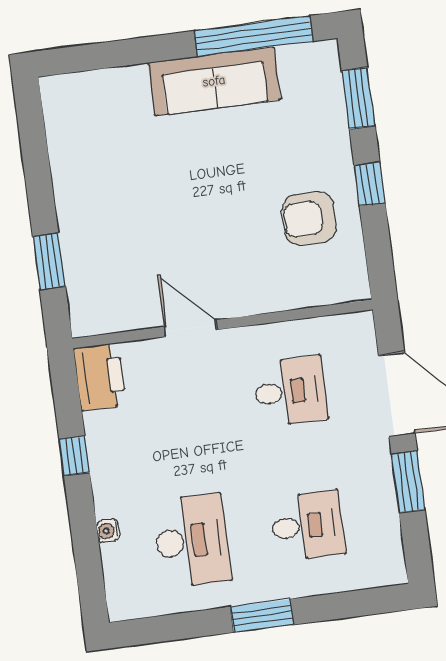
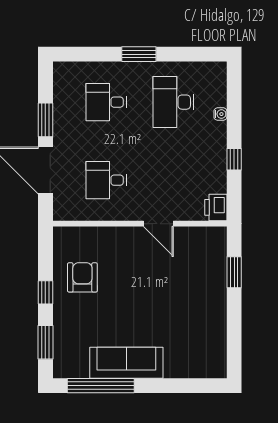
armchair: (309, 218) -> (82, 277), turned -90
printer: (100, 377) -> (216, 207), width x0.73, depth x0.84

